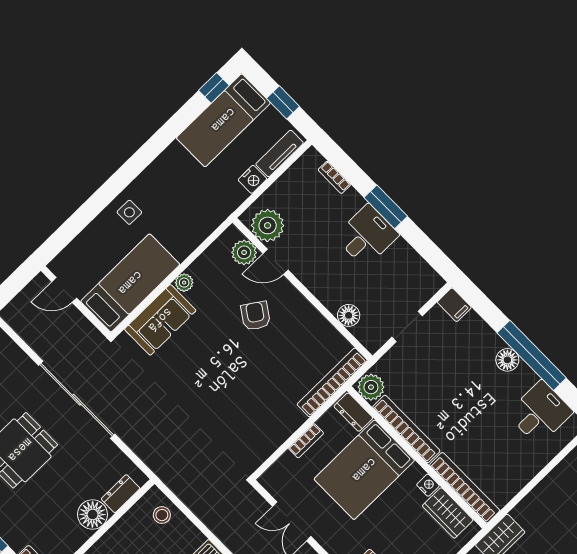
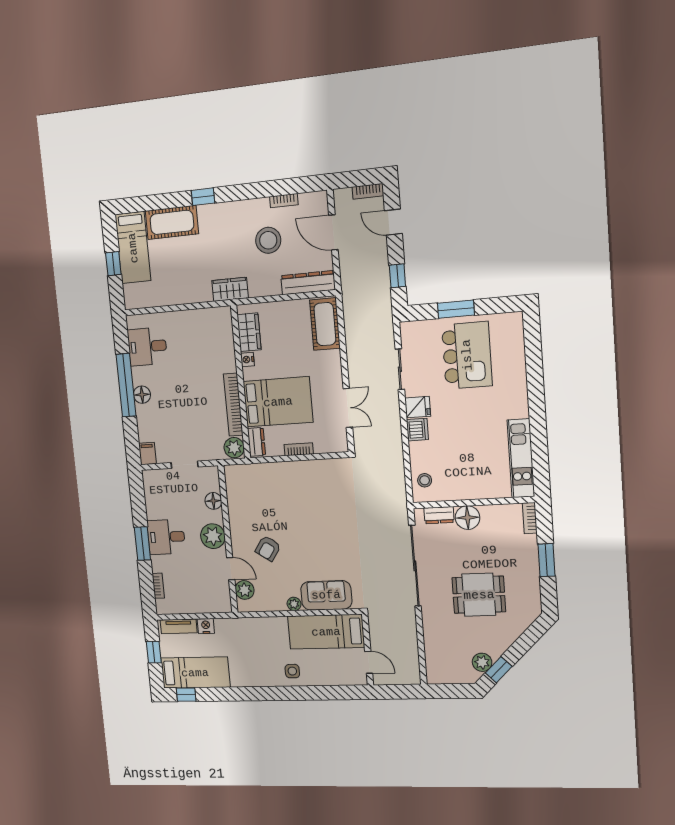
plant: (268, 225) -> (213, 536), moved
bookcase: (332, 382) -> (255, 470), removed
sliding door: (77, 400) -> (415, 566), moved
bookcase: (465, 488) -> (227, 339), removed

